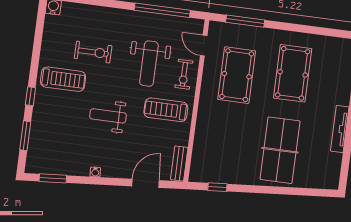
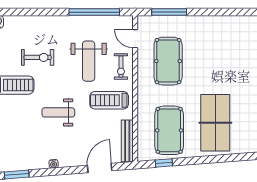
pool table: (293, 73) -> (169, 130), moved
bench: (179, 164) -> (127, 141), width x1.36

